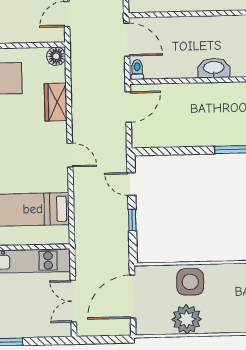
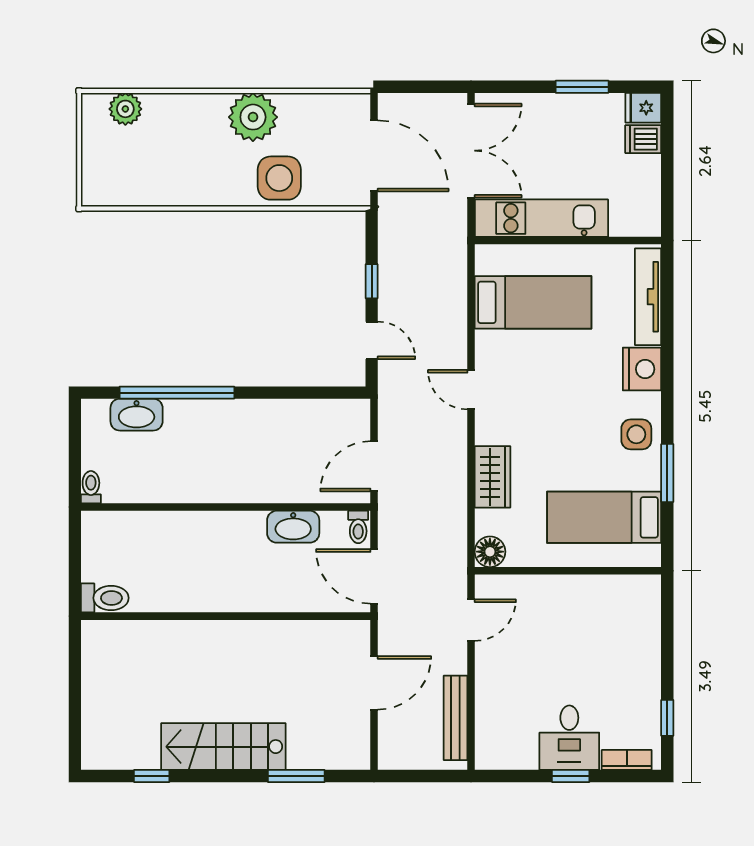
washbasin: (214, 68) -> (293, 527), moved
door: (133, 297) -> (374, 156), hinge flipped
double door: (73, 301) -> (471, 151), width x1.37
plant: (187, 319) -> (253, 117), moved

